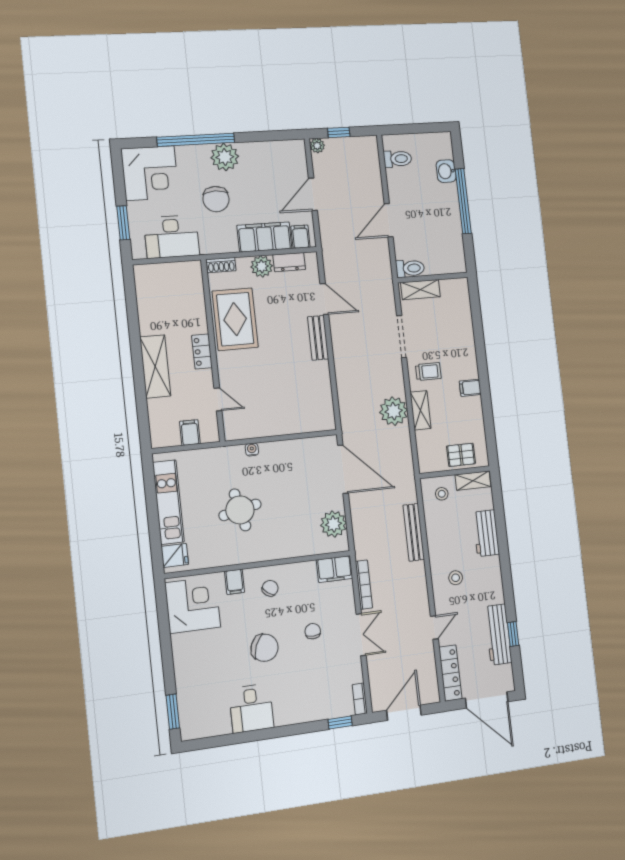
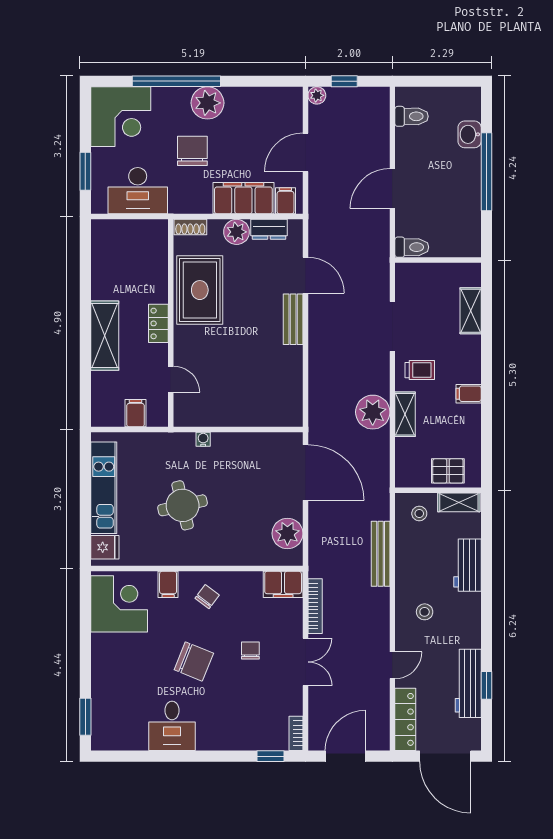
chair: (216, 199) -> (192, 151), turned 180
shelving: (420, 290) -> (471, 311), moved, turned 90

